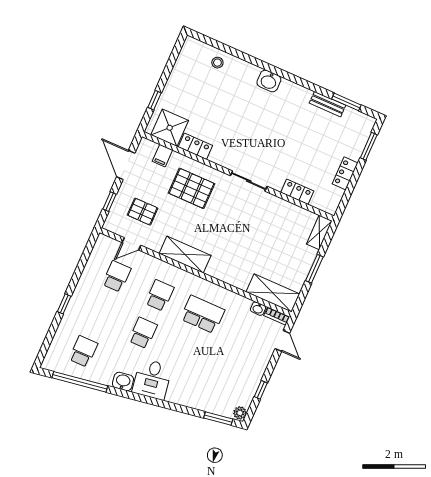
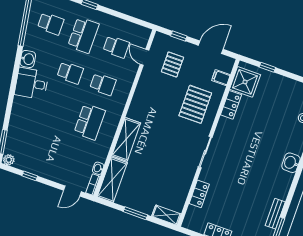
shelving: (185, 255) -> (126, 139), moved
school desk: (100, 314) -> (83, 35), added

